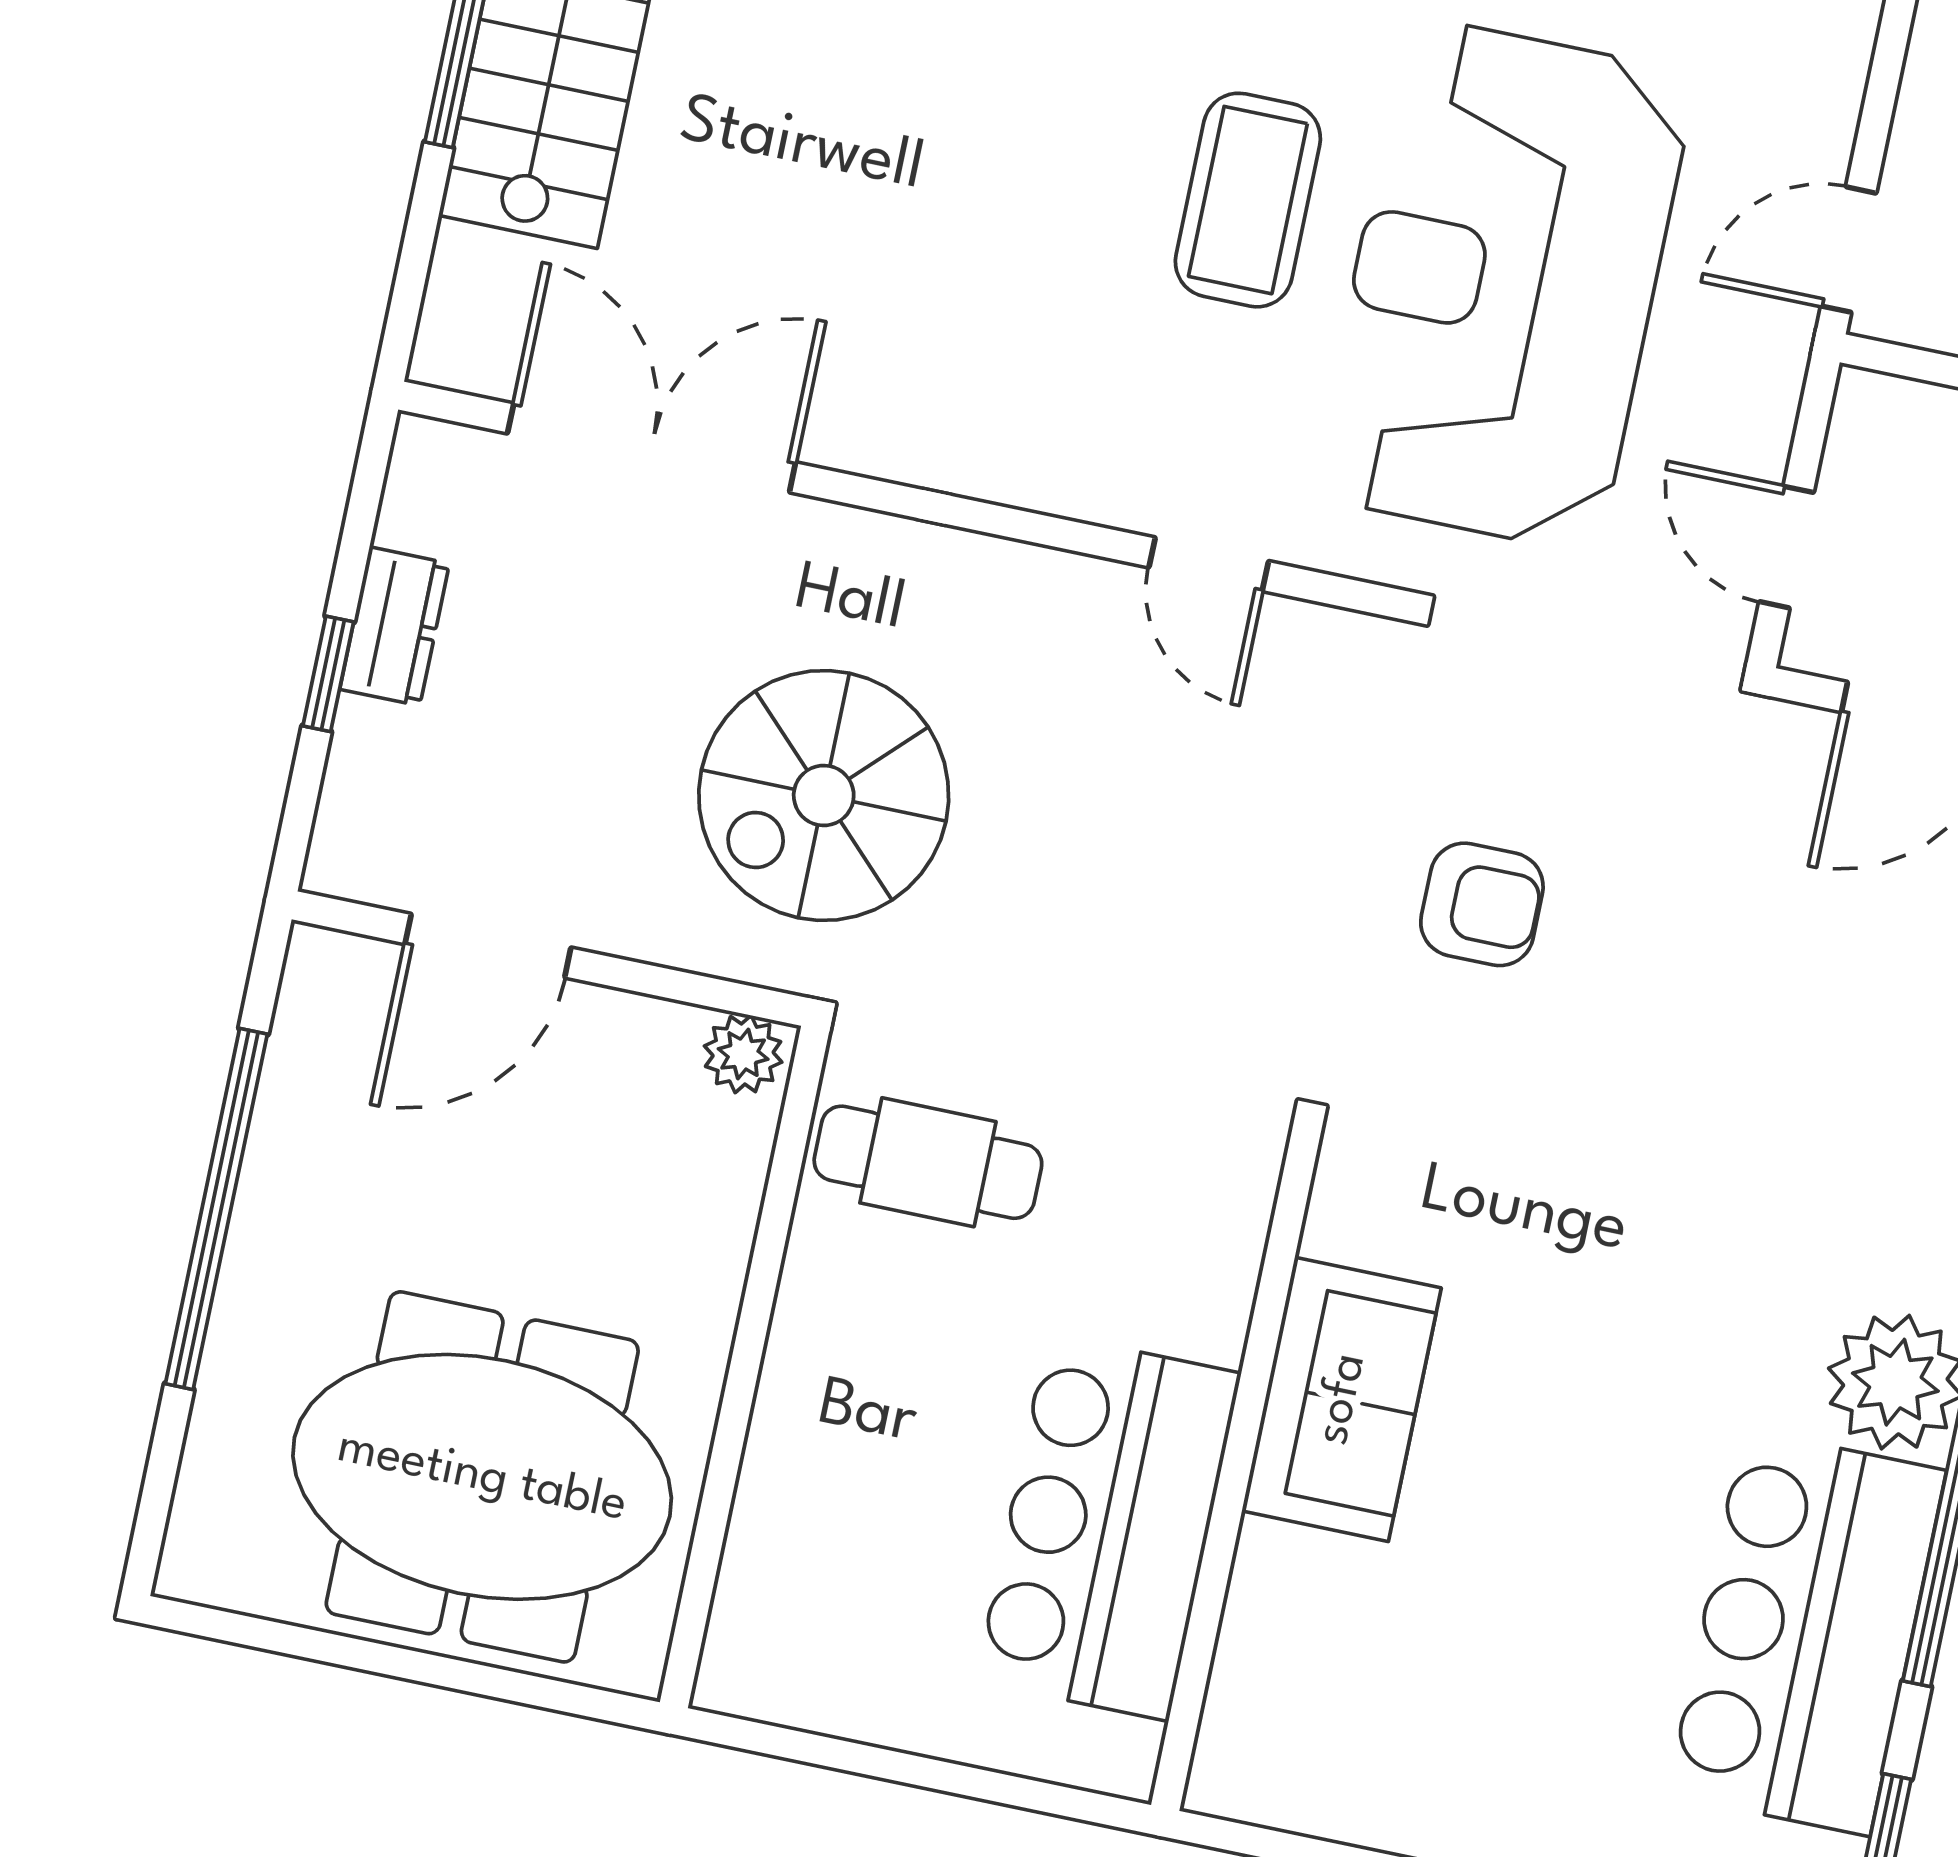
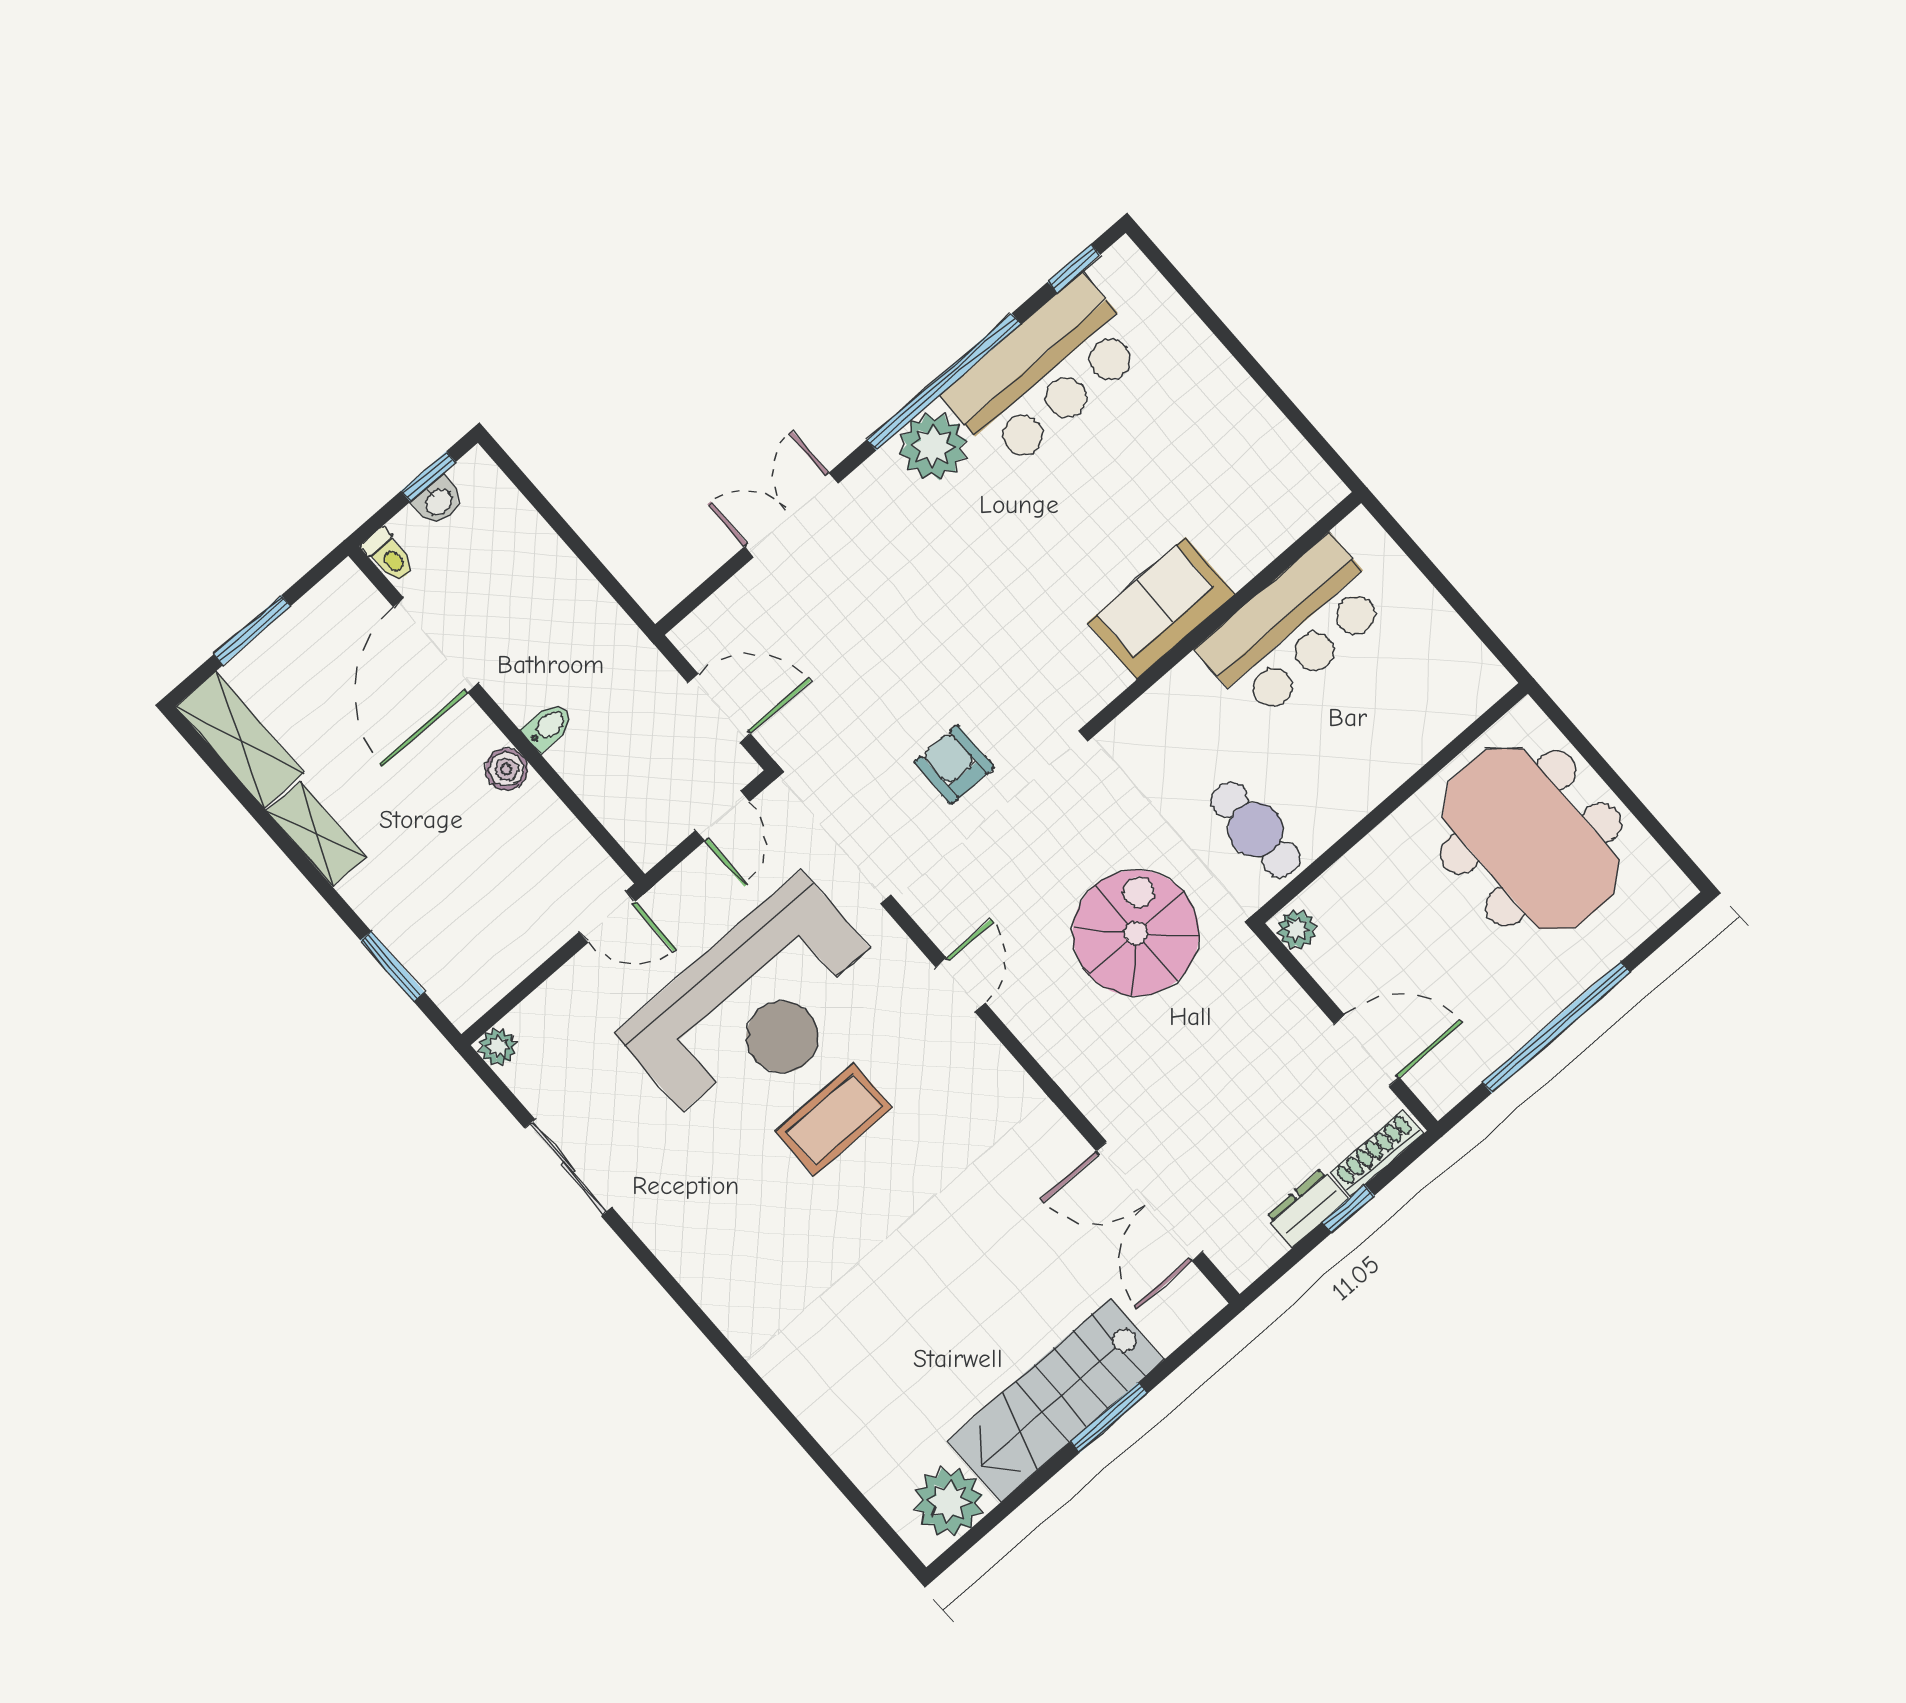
spiral stairs: (824, 795) -> (1136, 933), moved, turned -90
shoe rack: (350, 796) -> (1377, 1153), added

